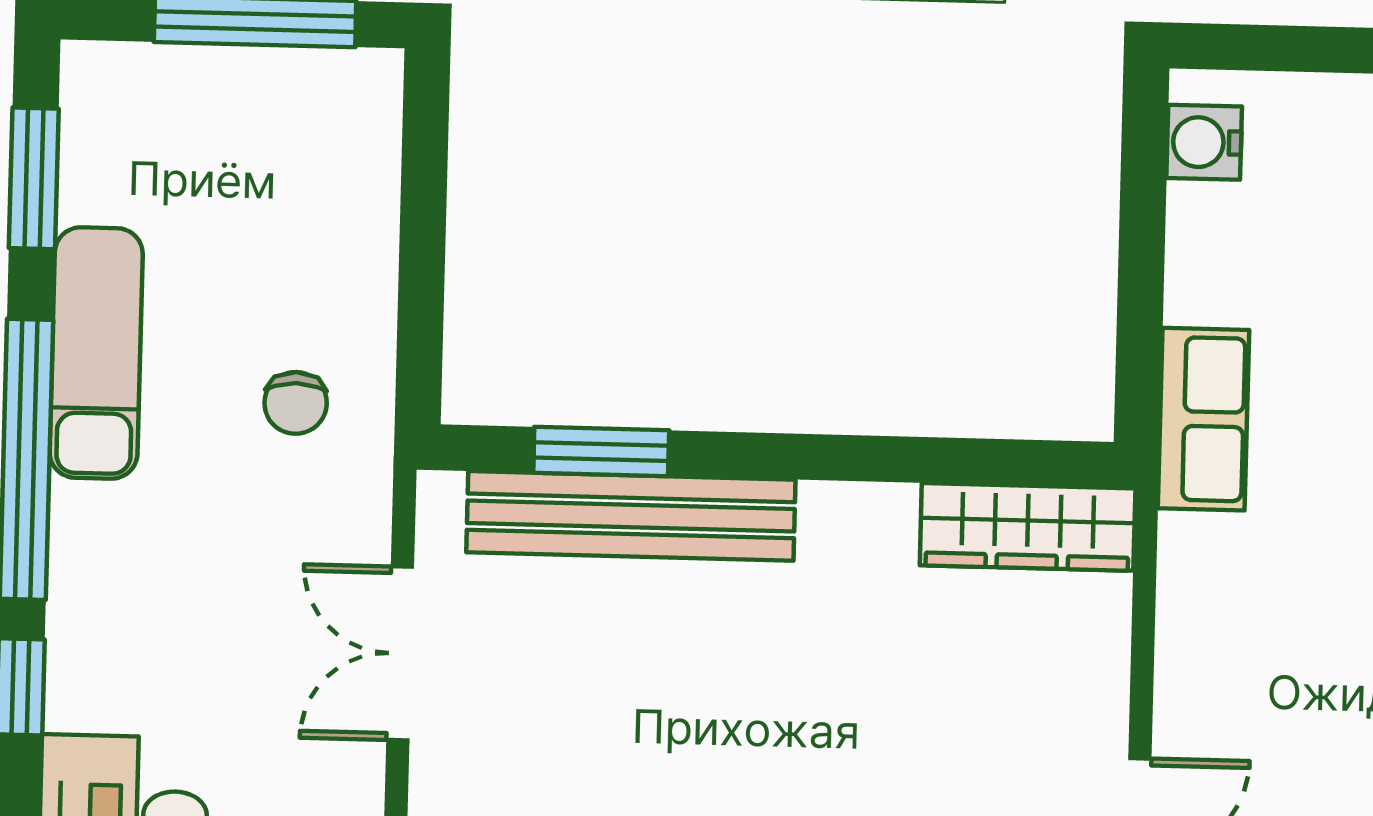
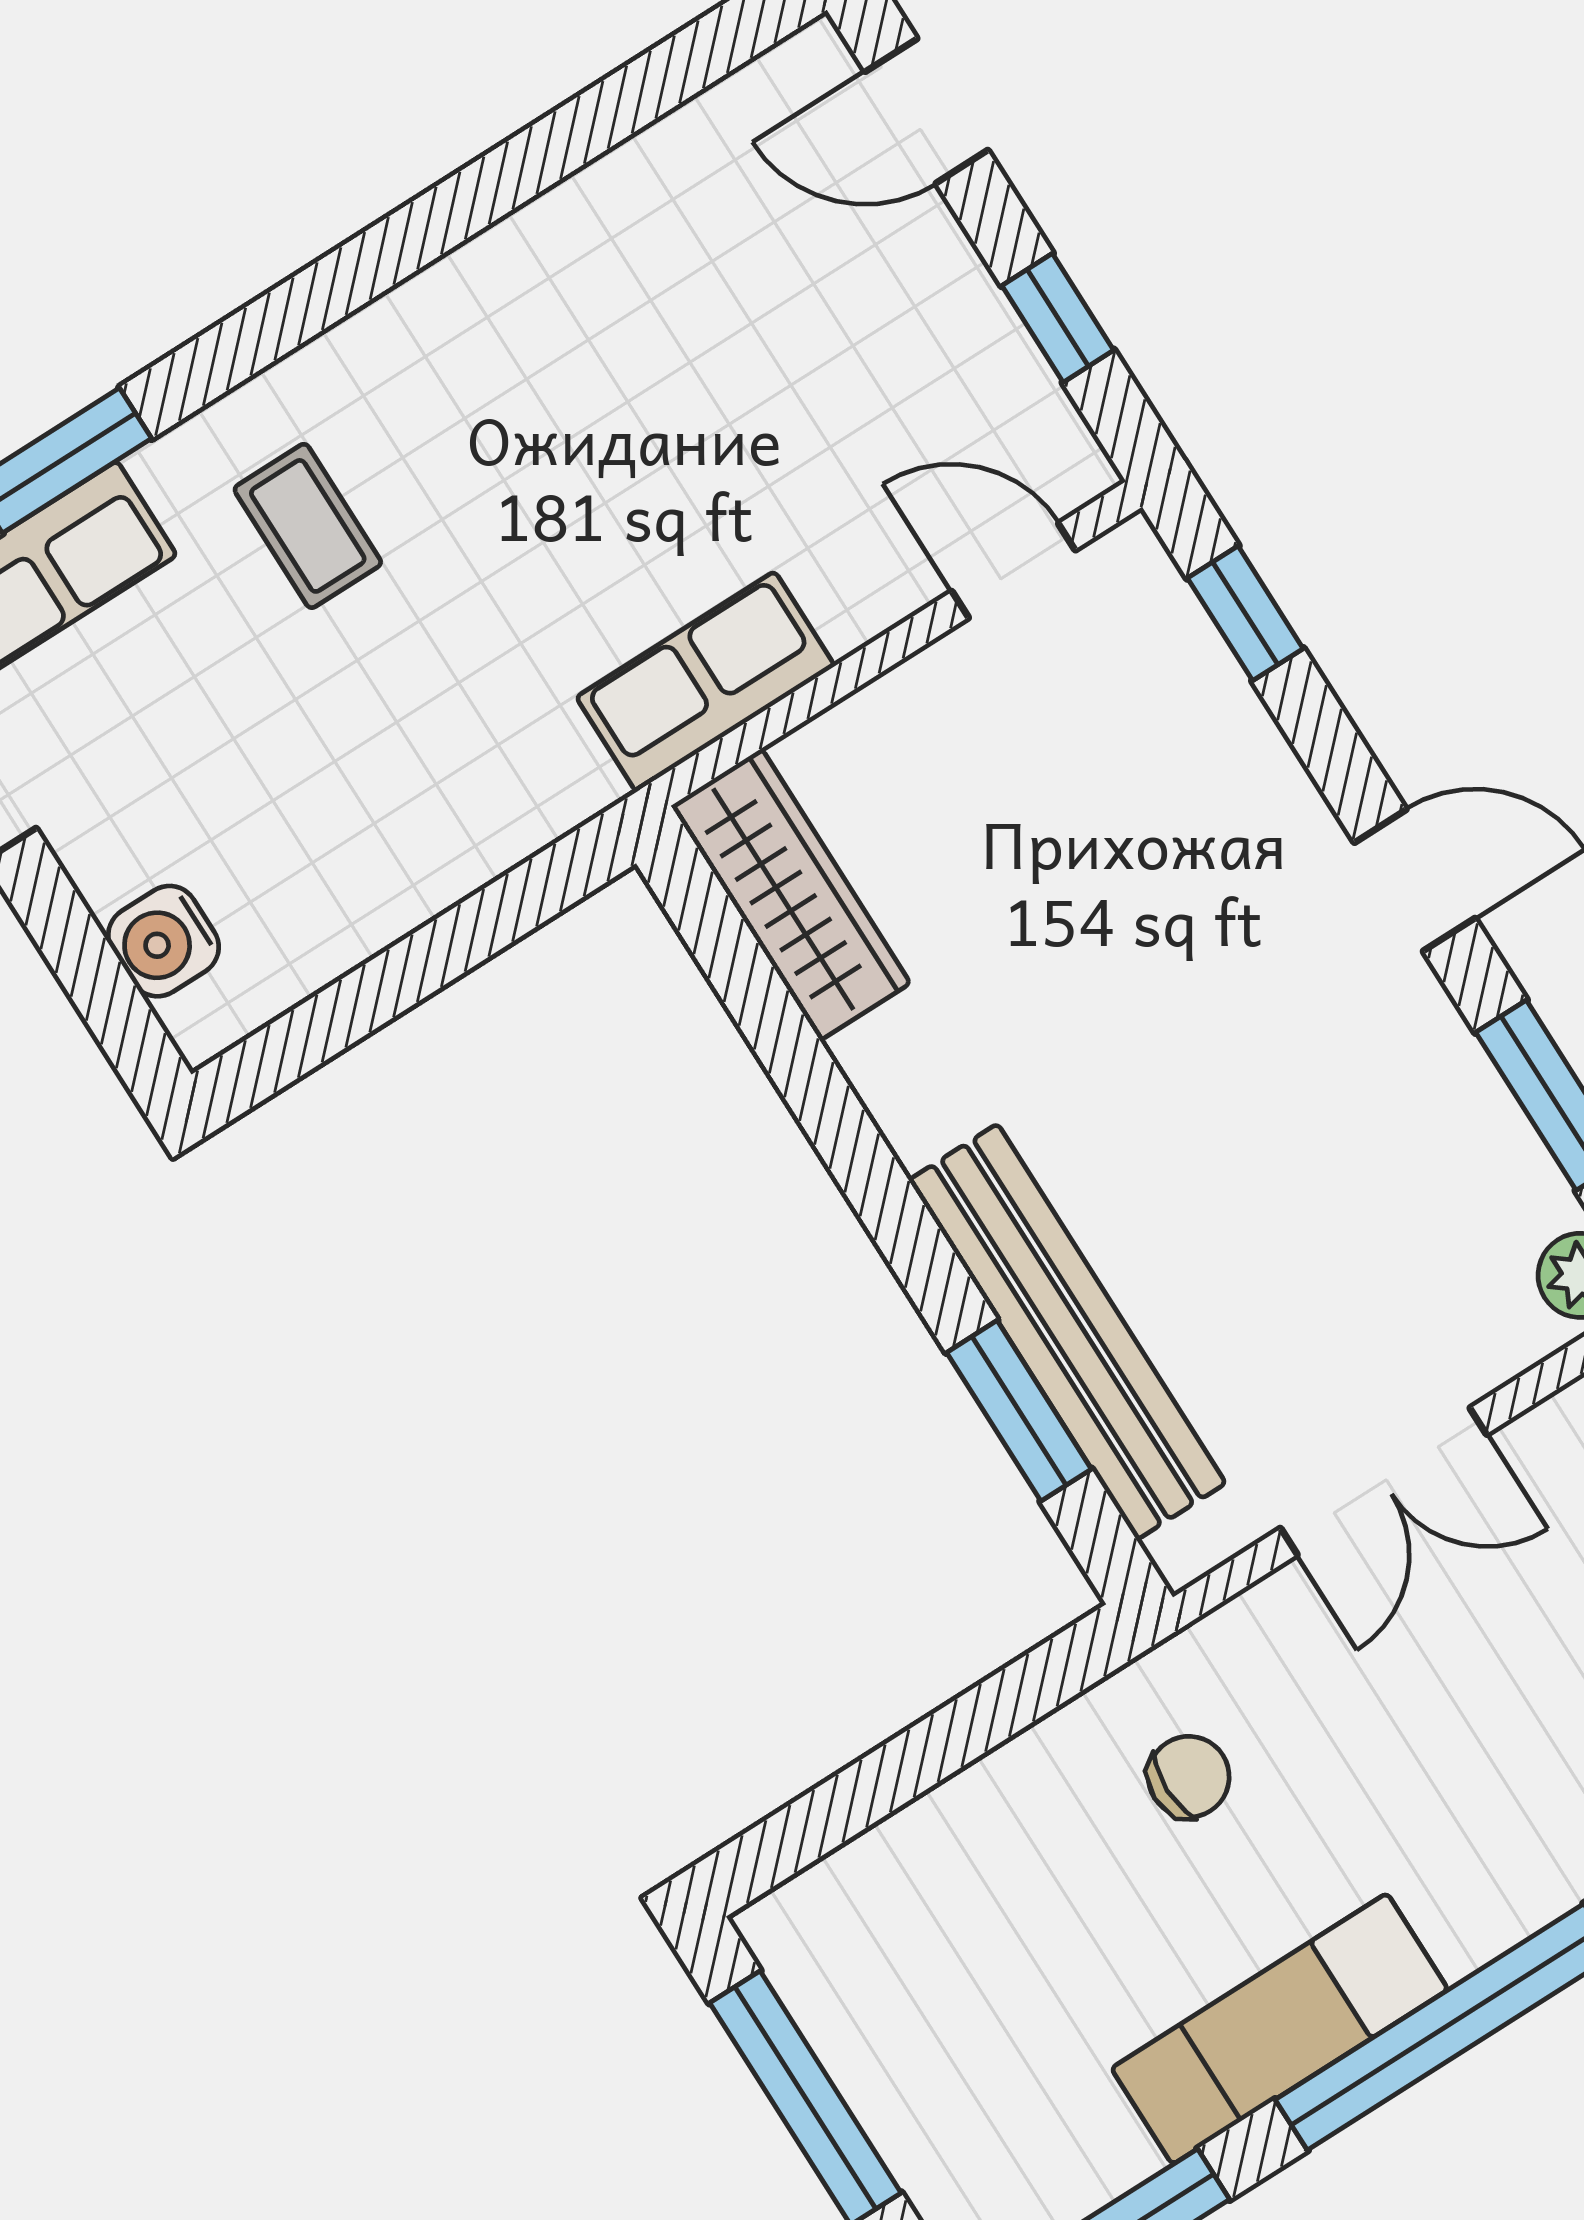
water cooler: (1204, 142) -> (164, 941), moved, turned 90
row of seats: (1203, 419) -> (705, 682), moved

